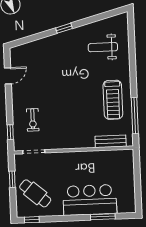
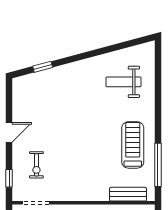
window: (64, 28) -> (43, 67), moved
door: (8, 76) -> (9, 132), moved
treadmill: (113, 100) -> (133, 145), turned 180

